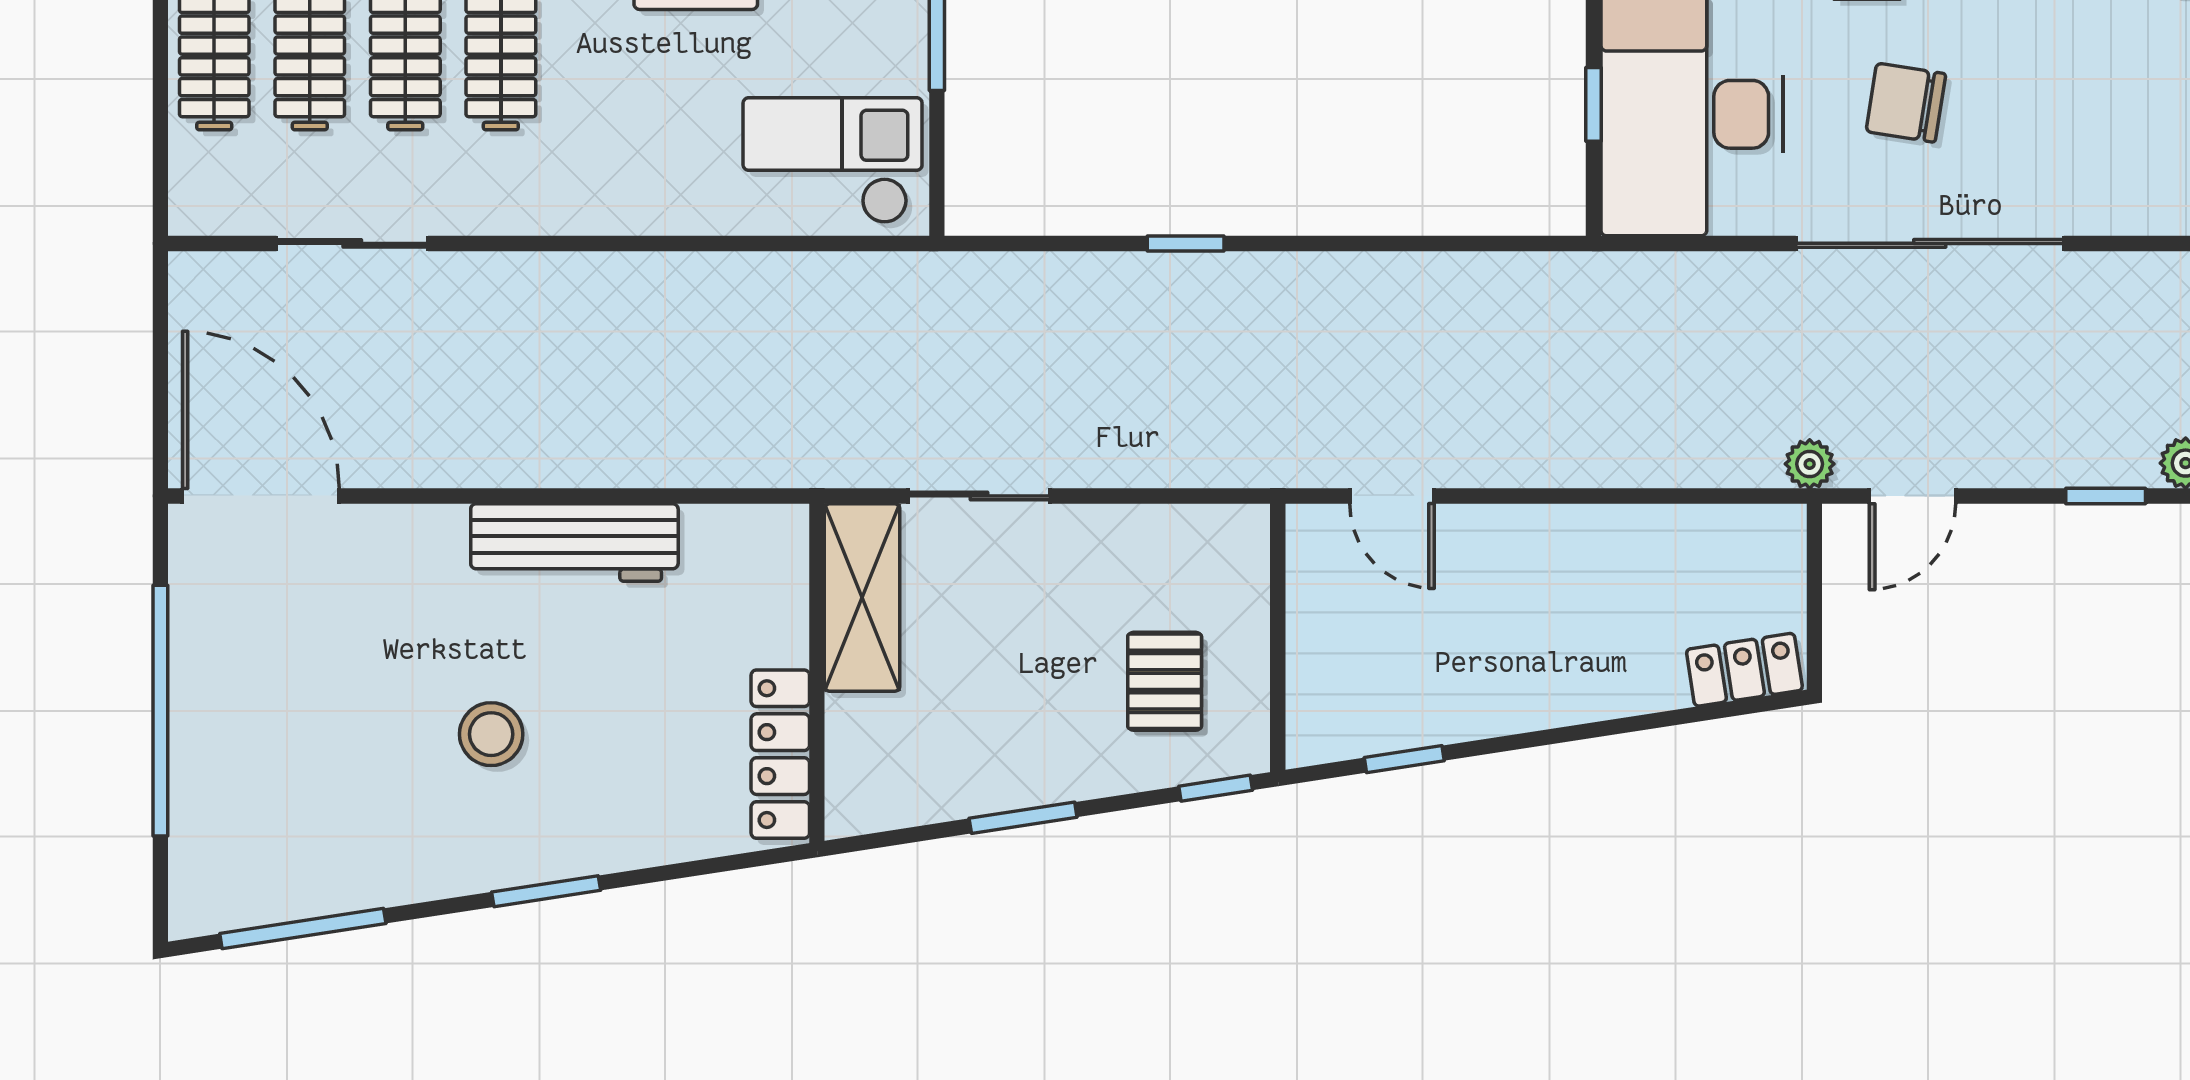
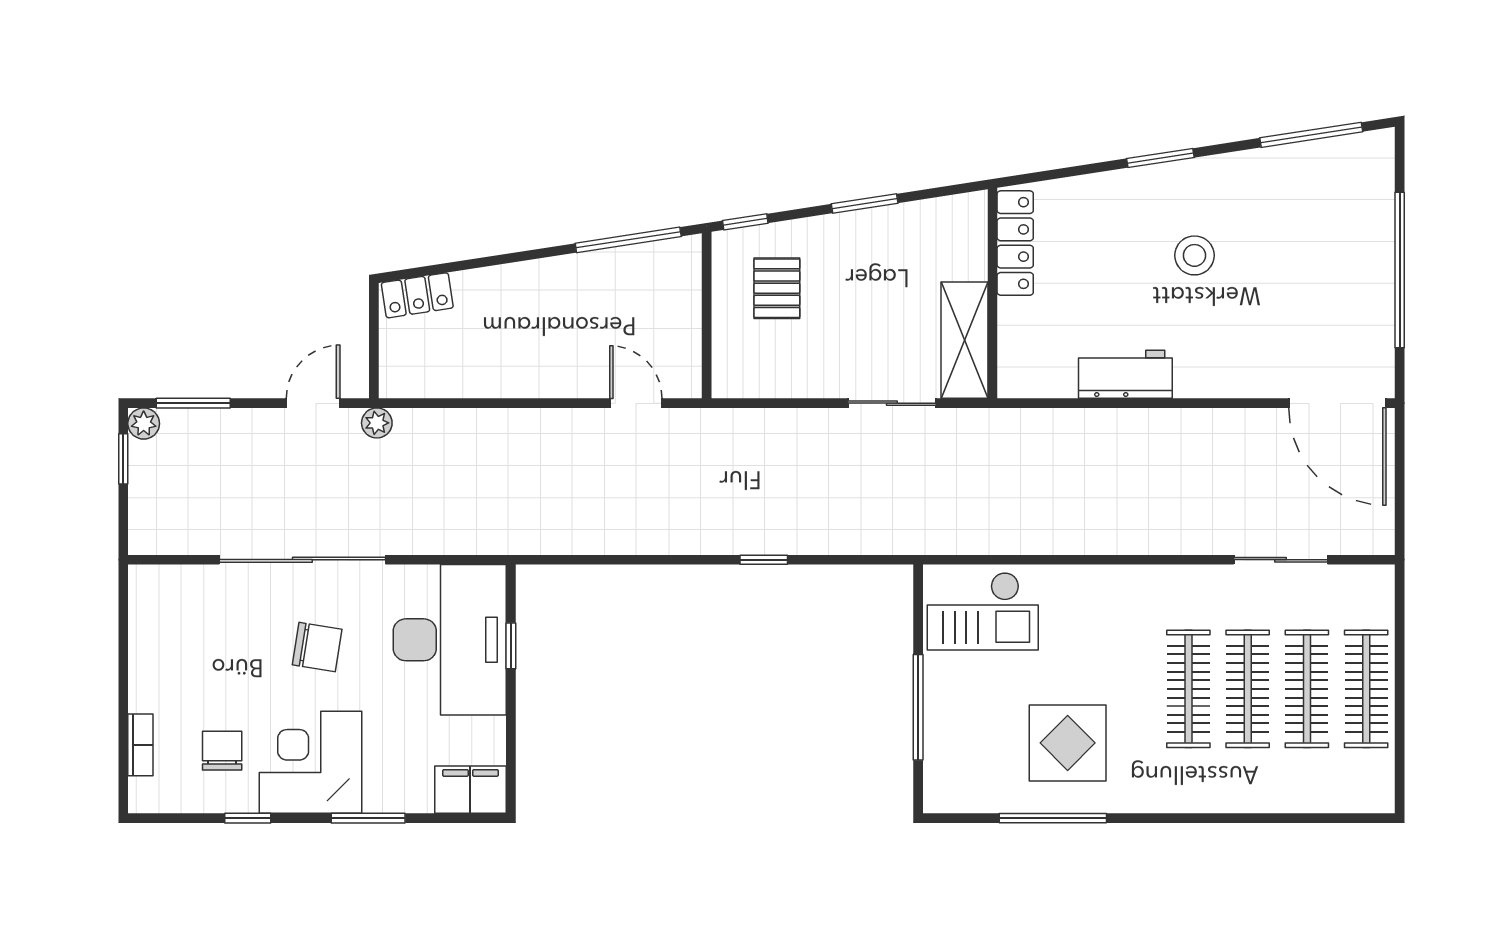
window: (2106, 496) -> (193, 403), width x1.50
workbench: (574, 542) -> (1125, 374), width x0.73
window: (1404, 759) -> (628, 240), width x2.17

